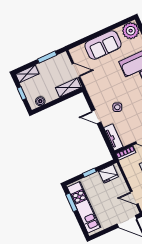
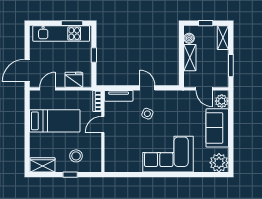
plant: (79, 51) -> (222, 101), added
door: (76, 70) -> (204, 89), hinge flipped
shelving: (68, 88) -> (190, 58), moved
door: (96, 117) -> (147, 88), hinge flipped
fridge: (108, 174) -> (74, 80), moved, turned 90

